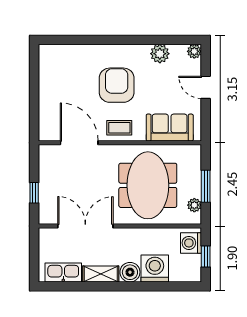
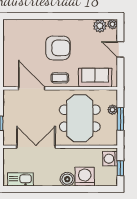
plant: (160, 54) -> (100, 26), moved
armchair: (117, 85) -> (58, 48), turned 90
plant: (194, 205) -> (112, 110), moved
shelving: (101, 274) -> (47, 180), removed

